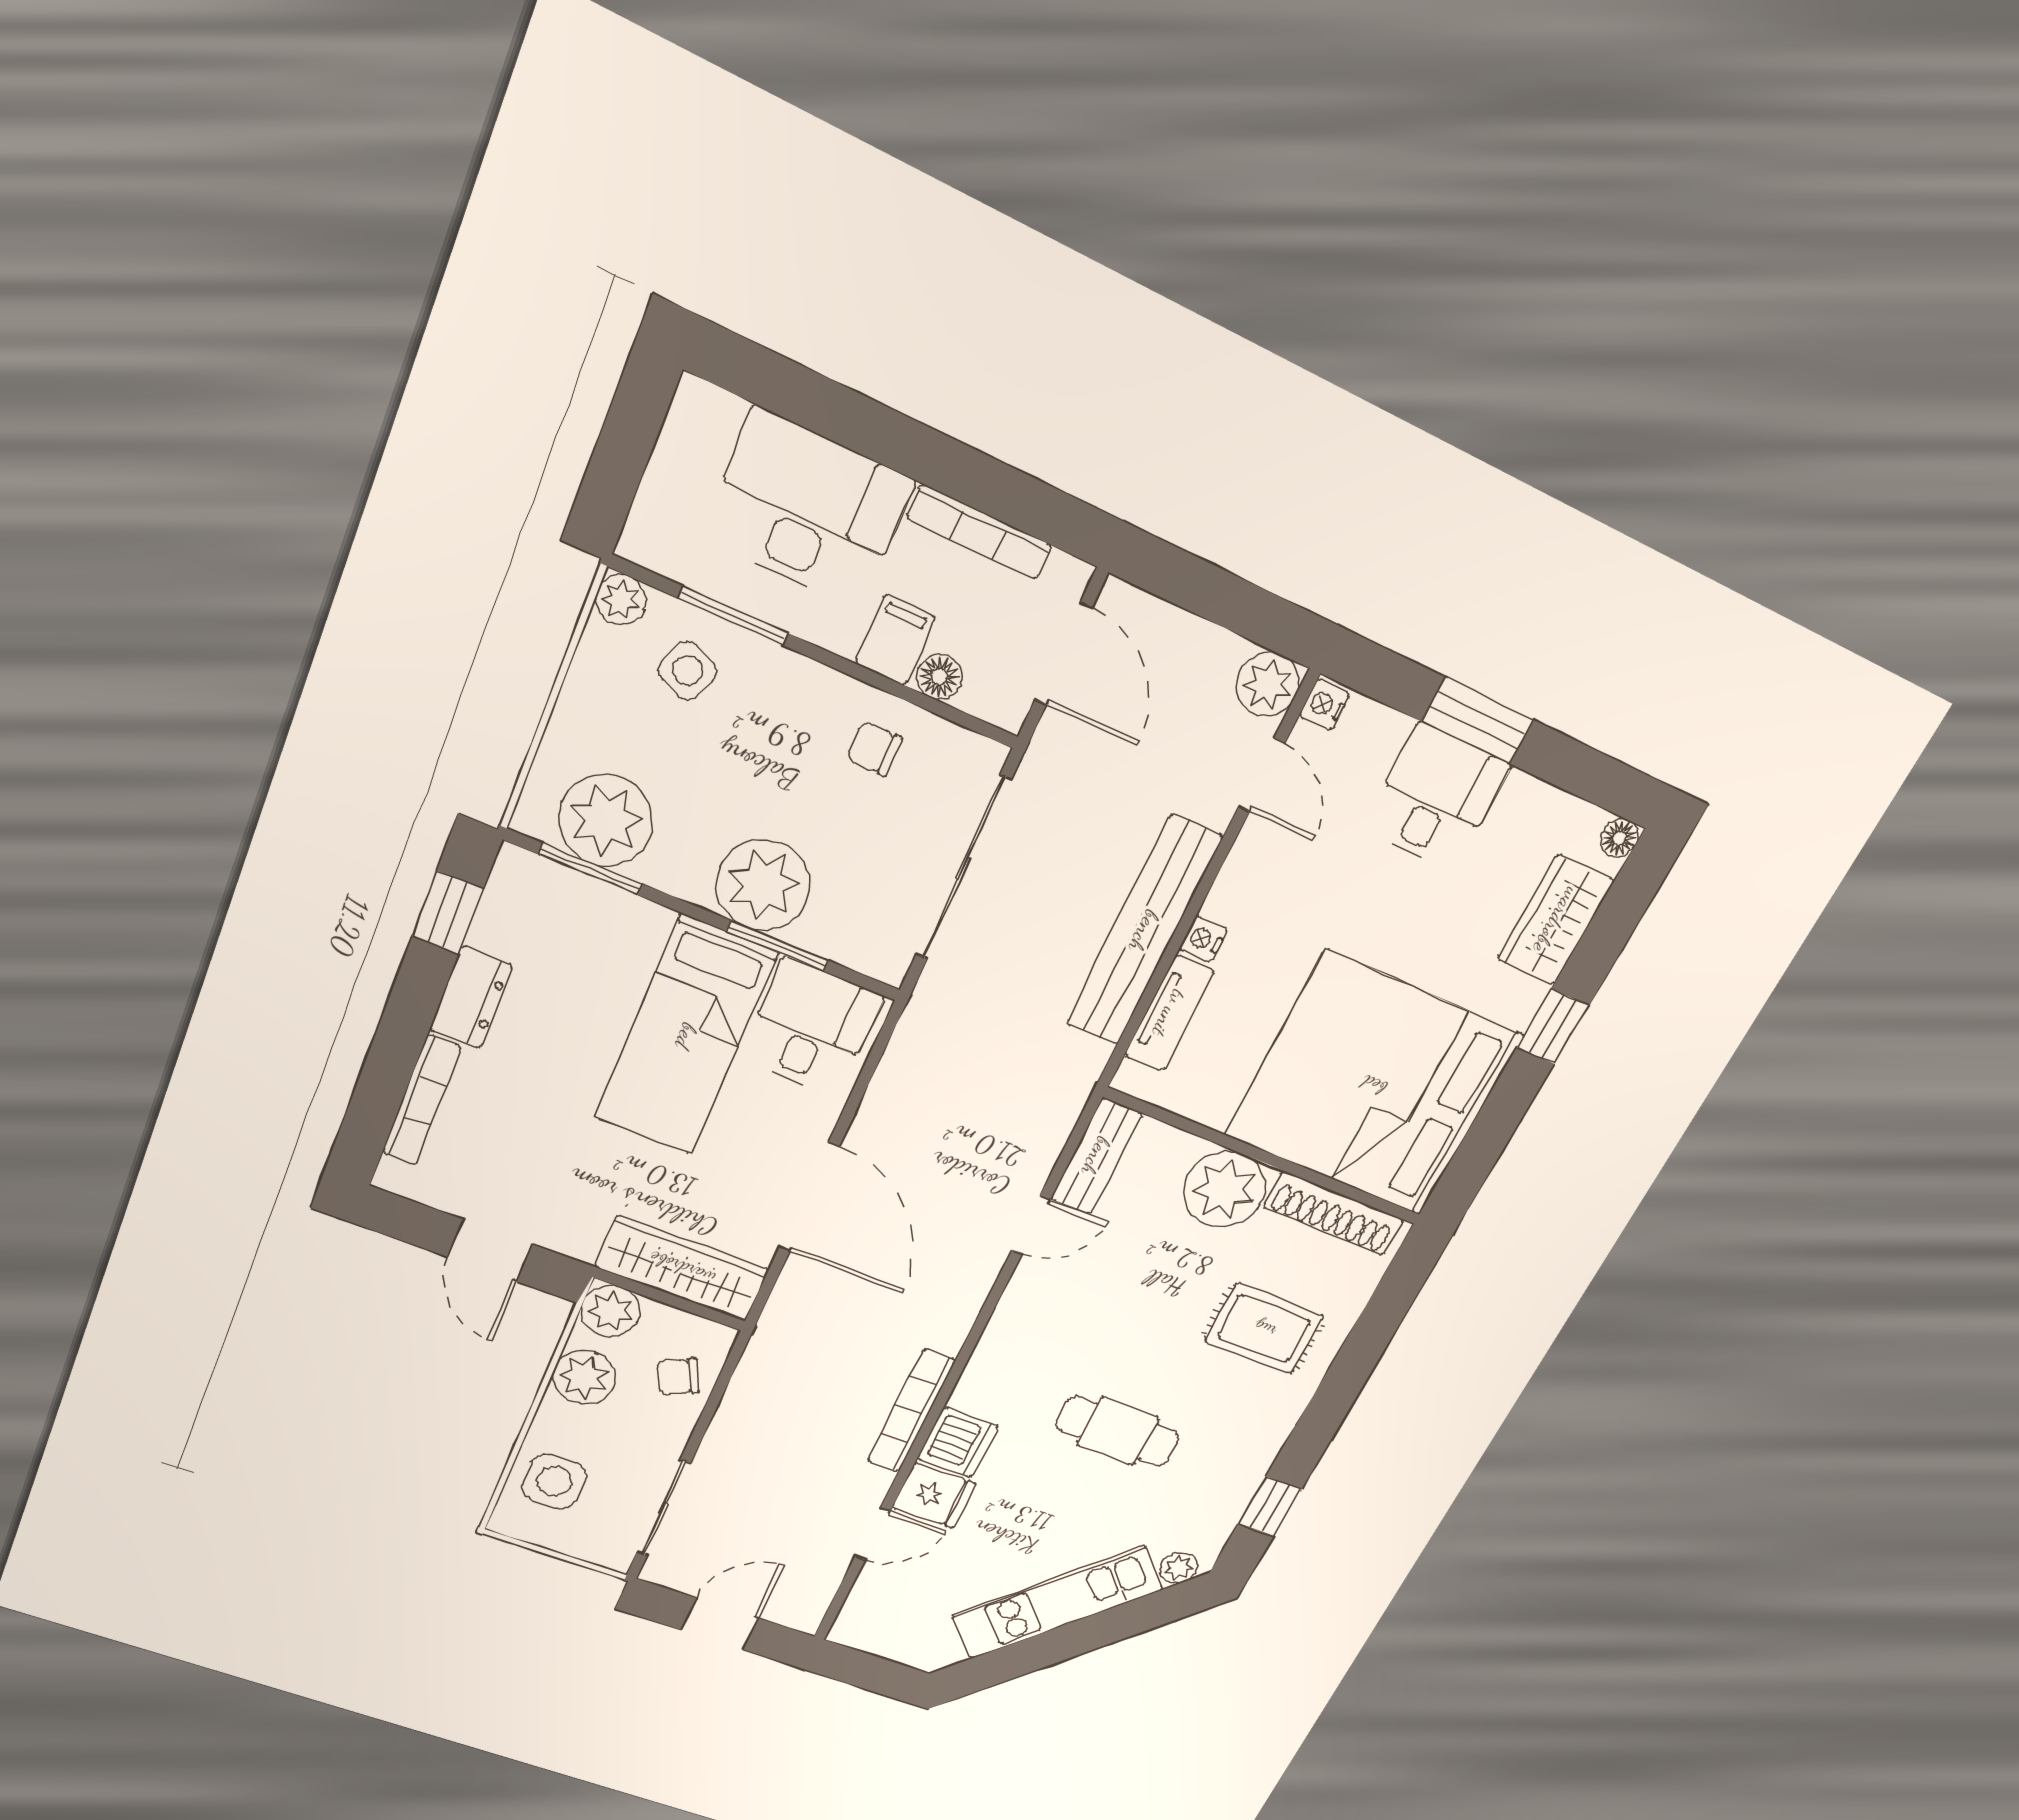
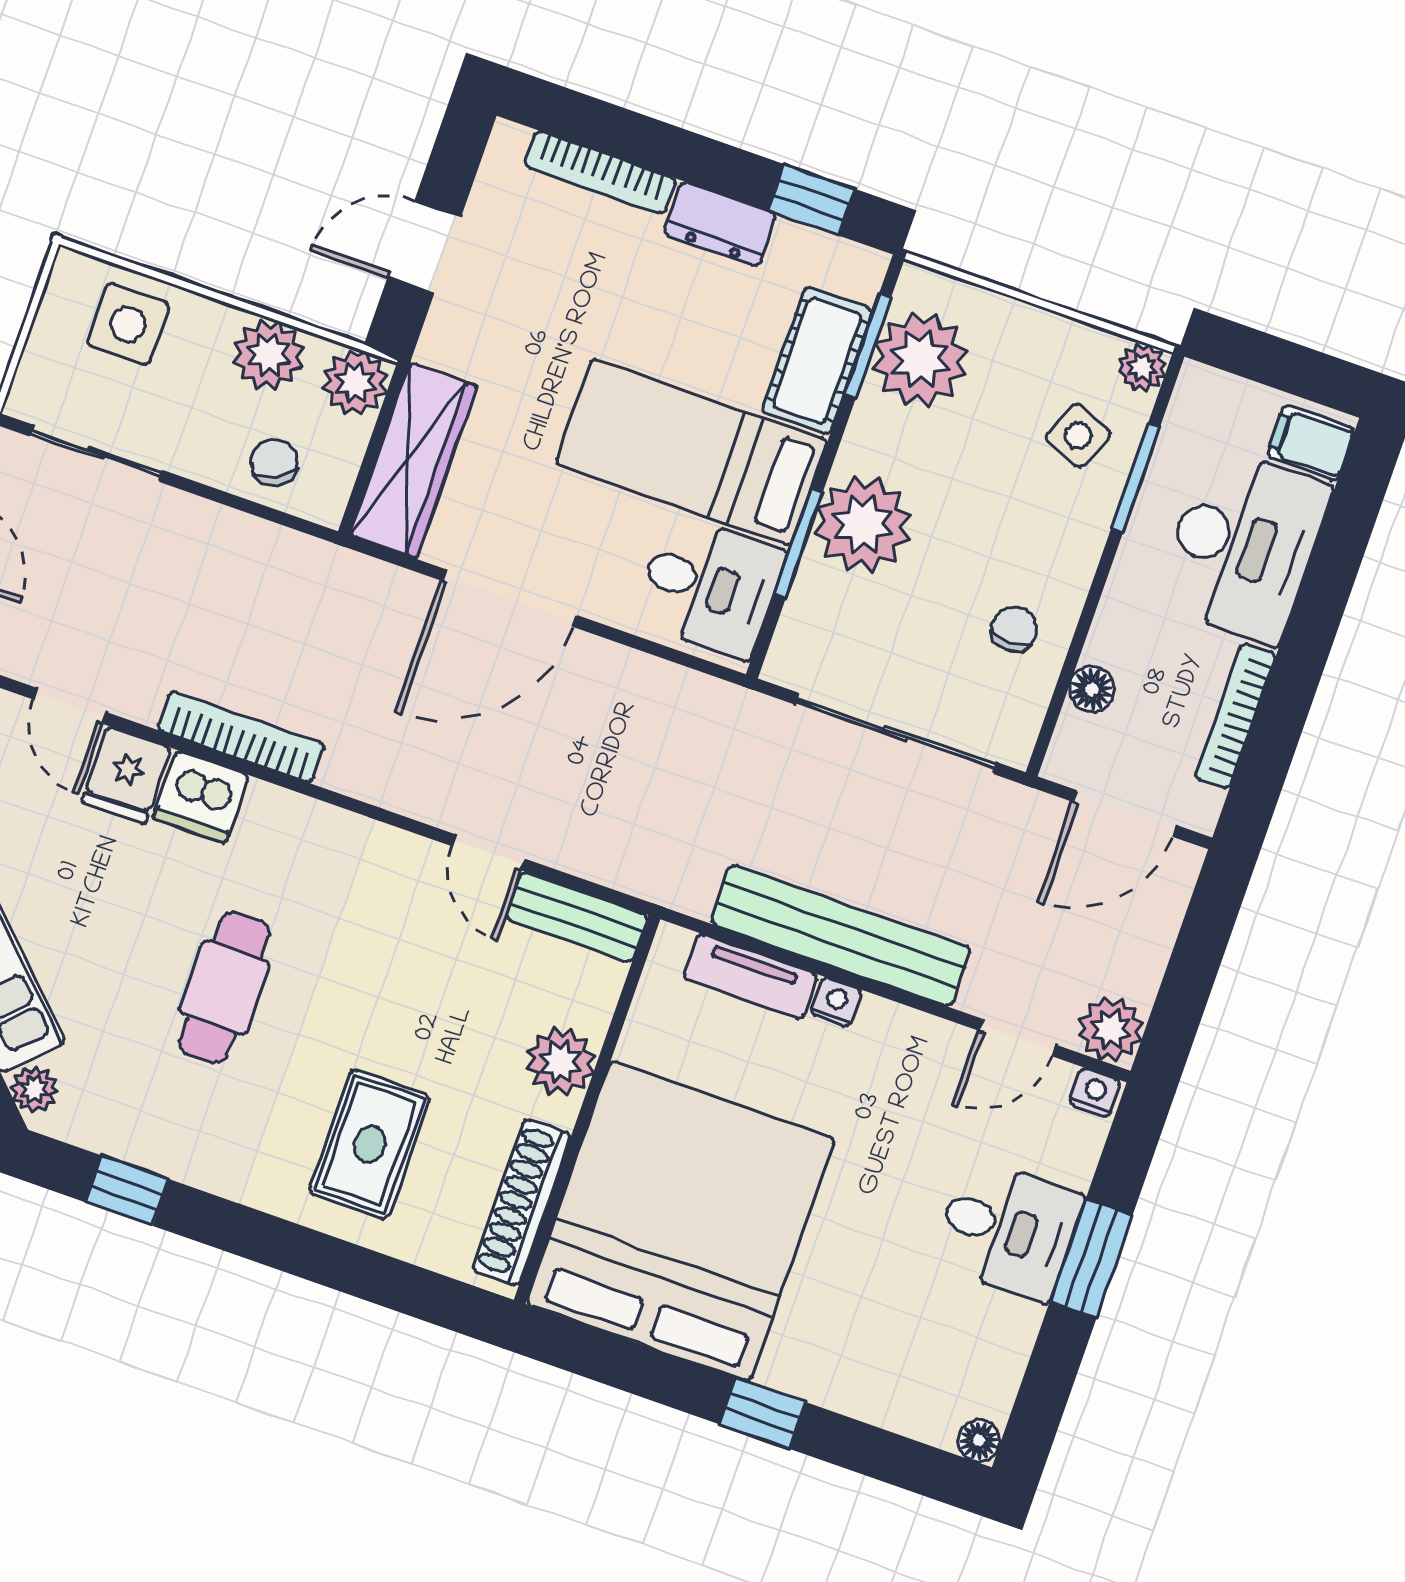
filing cabinet: (895, 640) -> (1311, 443), moved, turned 180
cot: (604, 917) -> (817, 361), added
wardrobe: (1556, 920) -> (884, 1390), removed
plant: (1224, 1189) -> (560, 1062), width x0.73, depth x0.73

